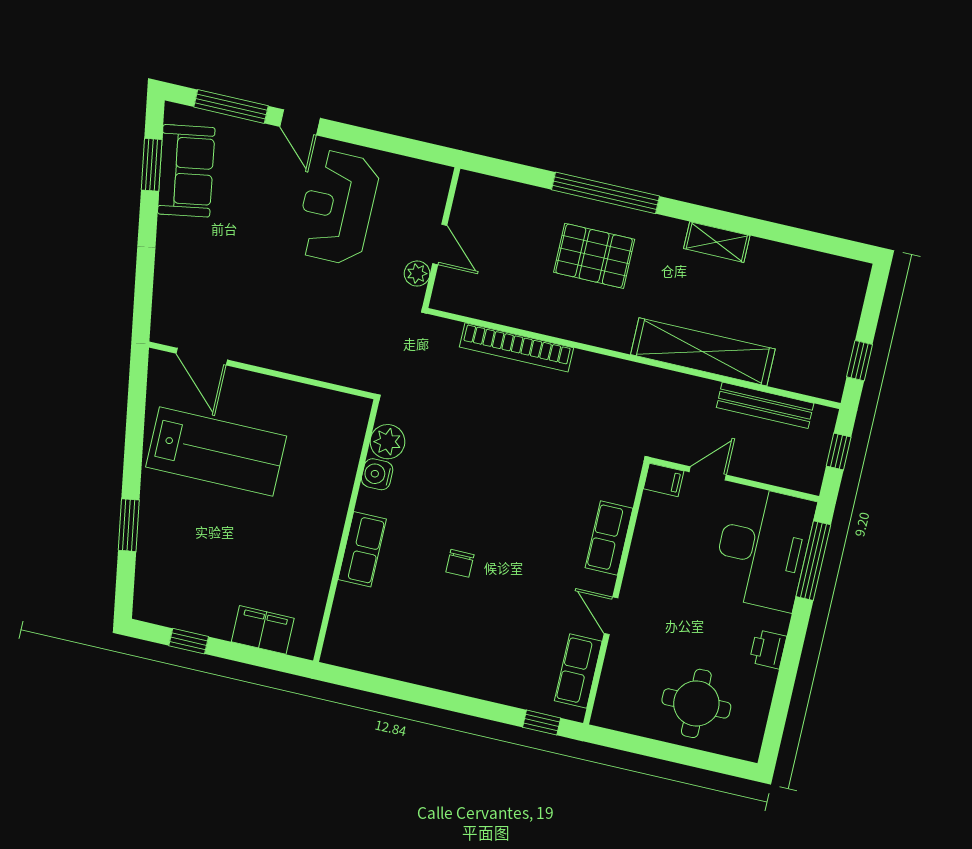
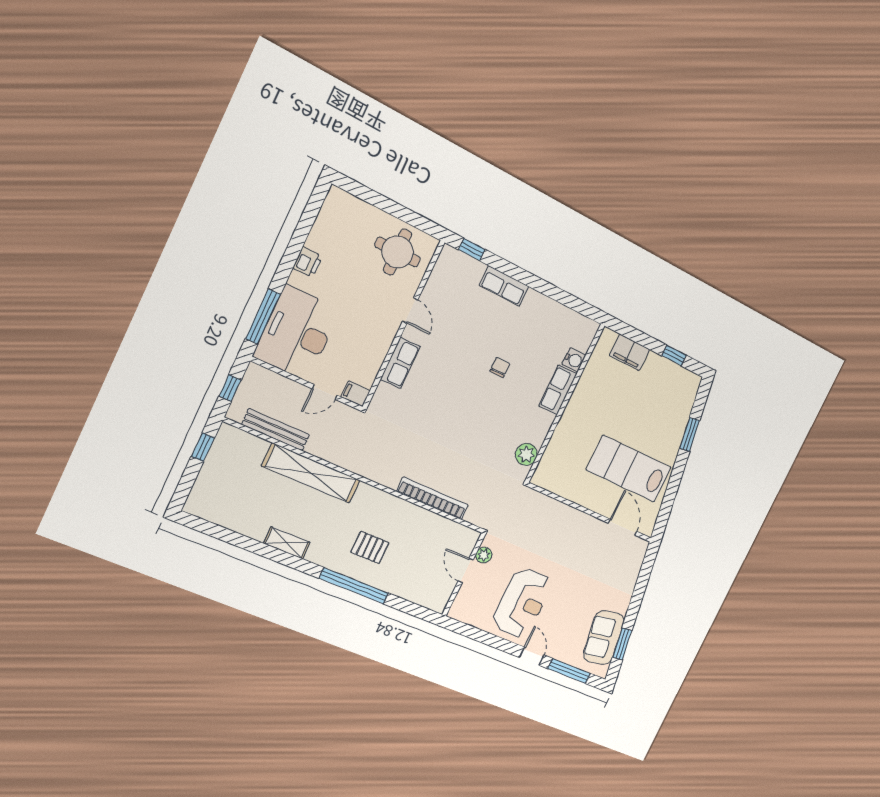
pallet: (594, 256) -> (370, 547), width x0.67, depth x0.71
water cooler: (377, 474) -> (574, 360), moved
row of seats: (578, 671) -> (504, 286), moved, turned 90
round table: (696, 703) -> (398, 252), moved

